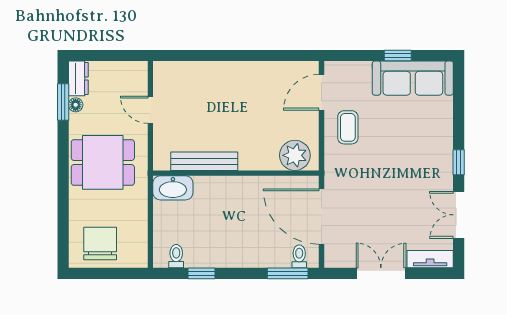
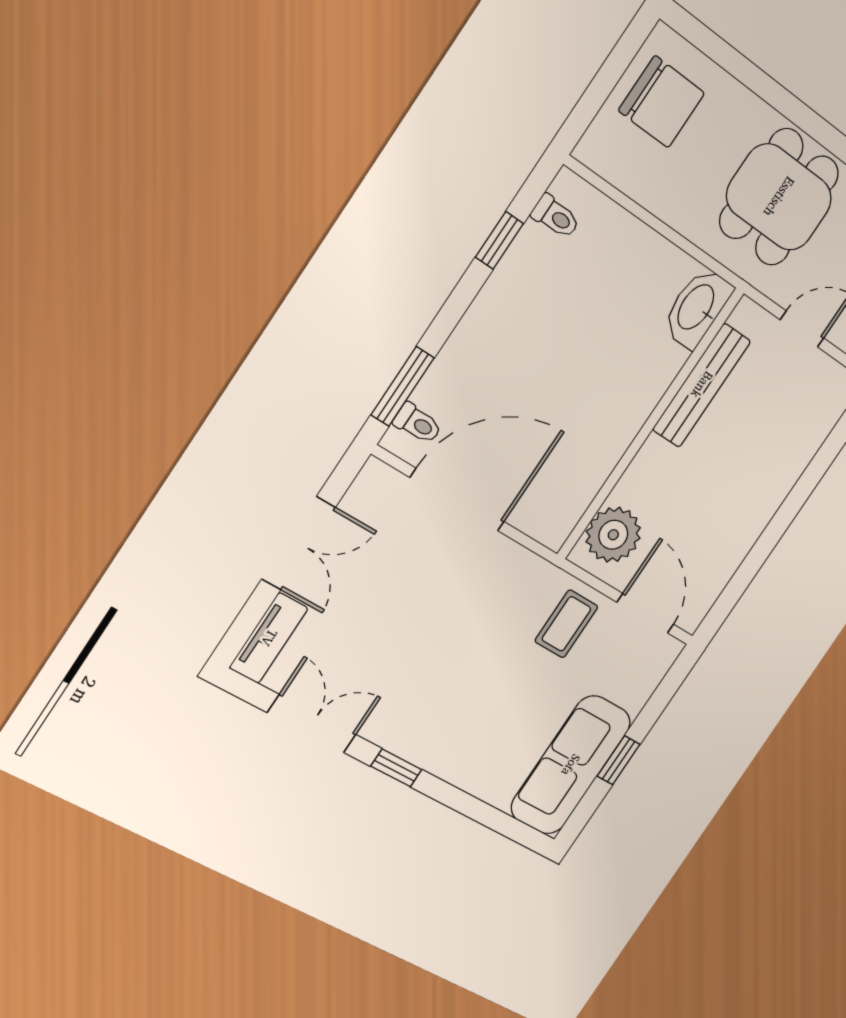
coffee table: (348, 127) -> (566, 624), turned 90
plant: (295, 155) -> (613, 535), moved
bench: (204, 161) -> (702, 385), moved
wall: (236, 173) -> (650, 424), moved
washbasin: (173, 188) -> (697, 308), moved

